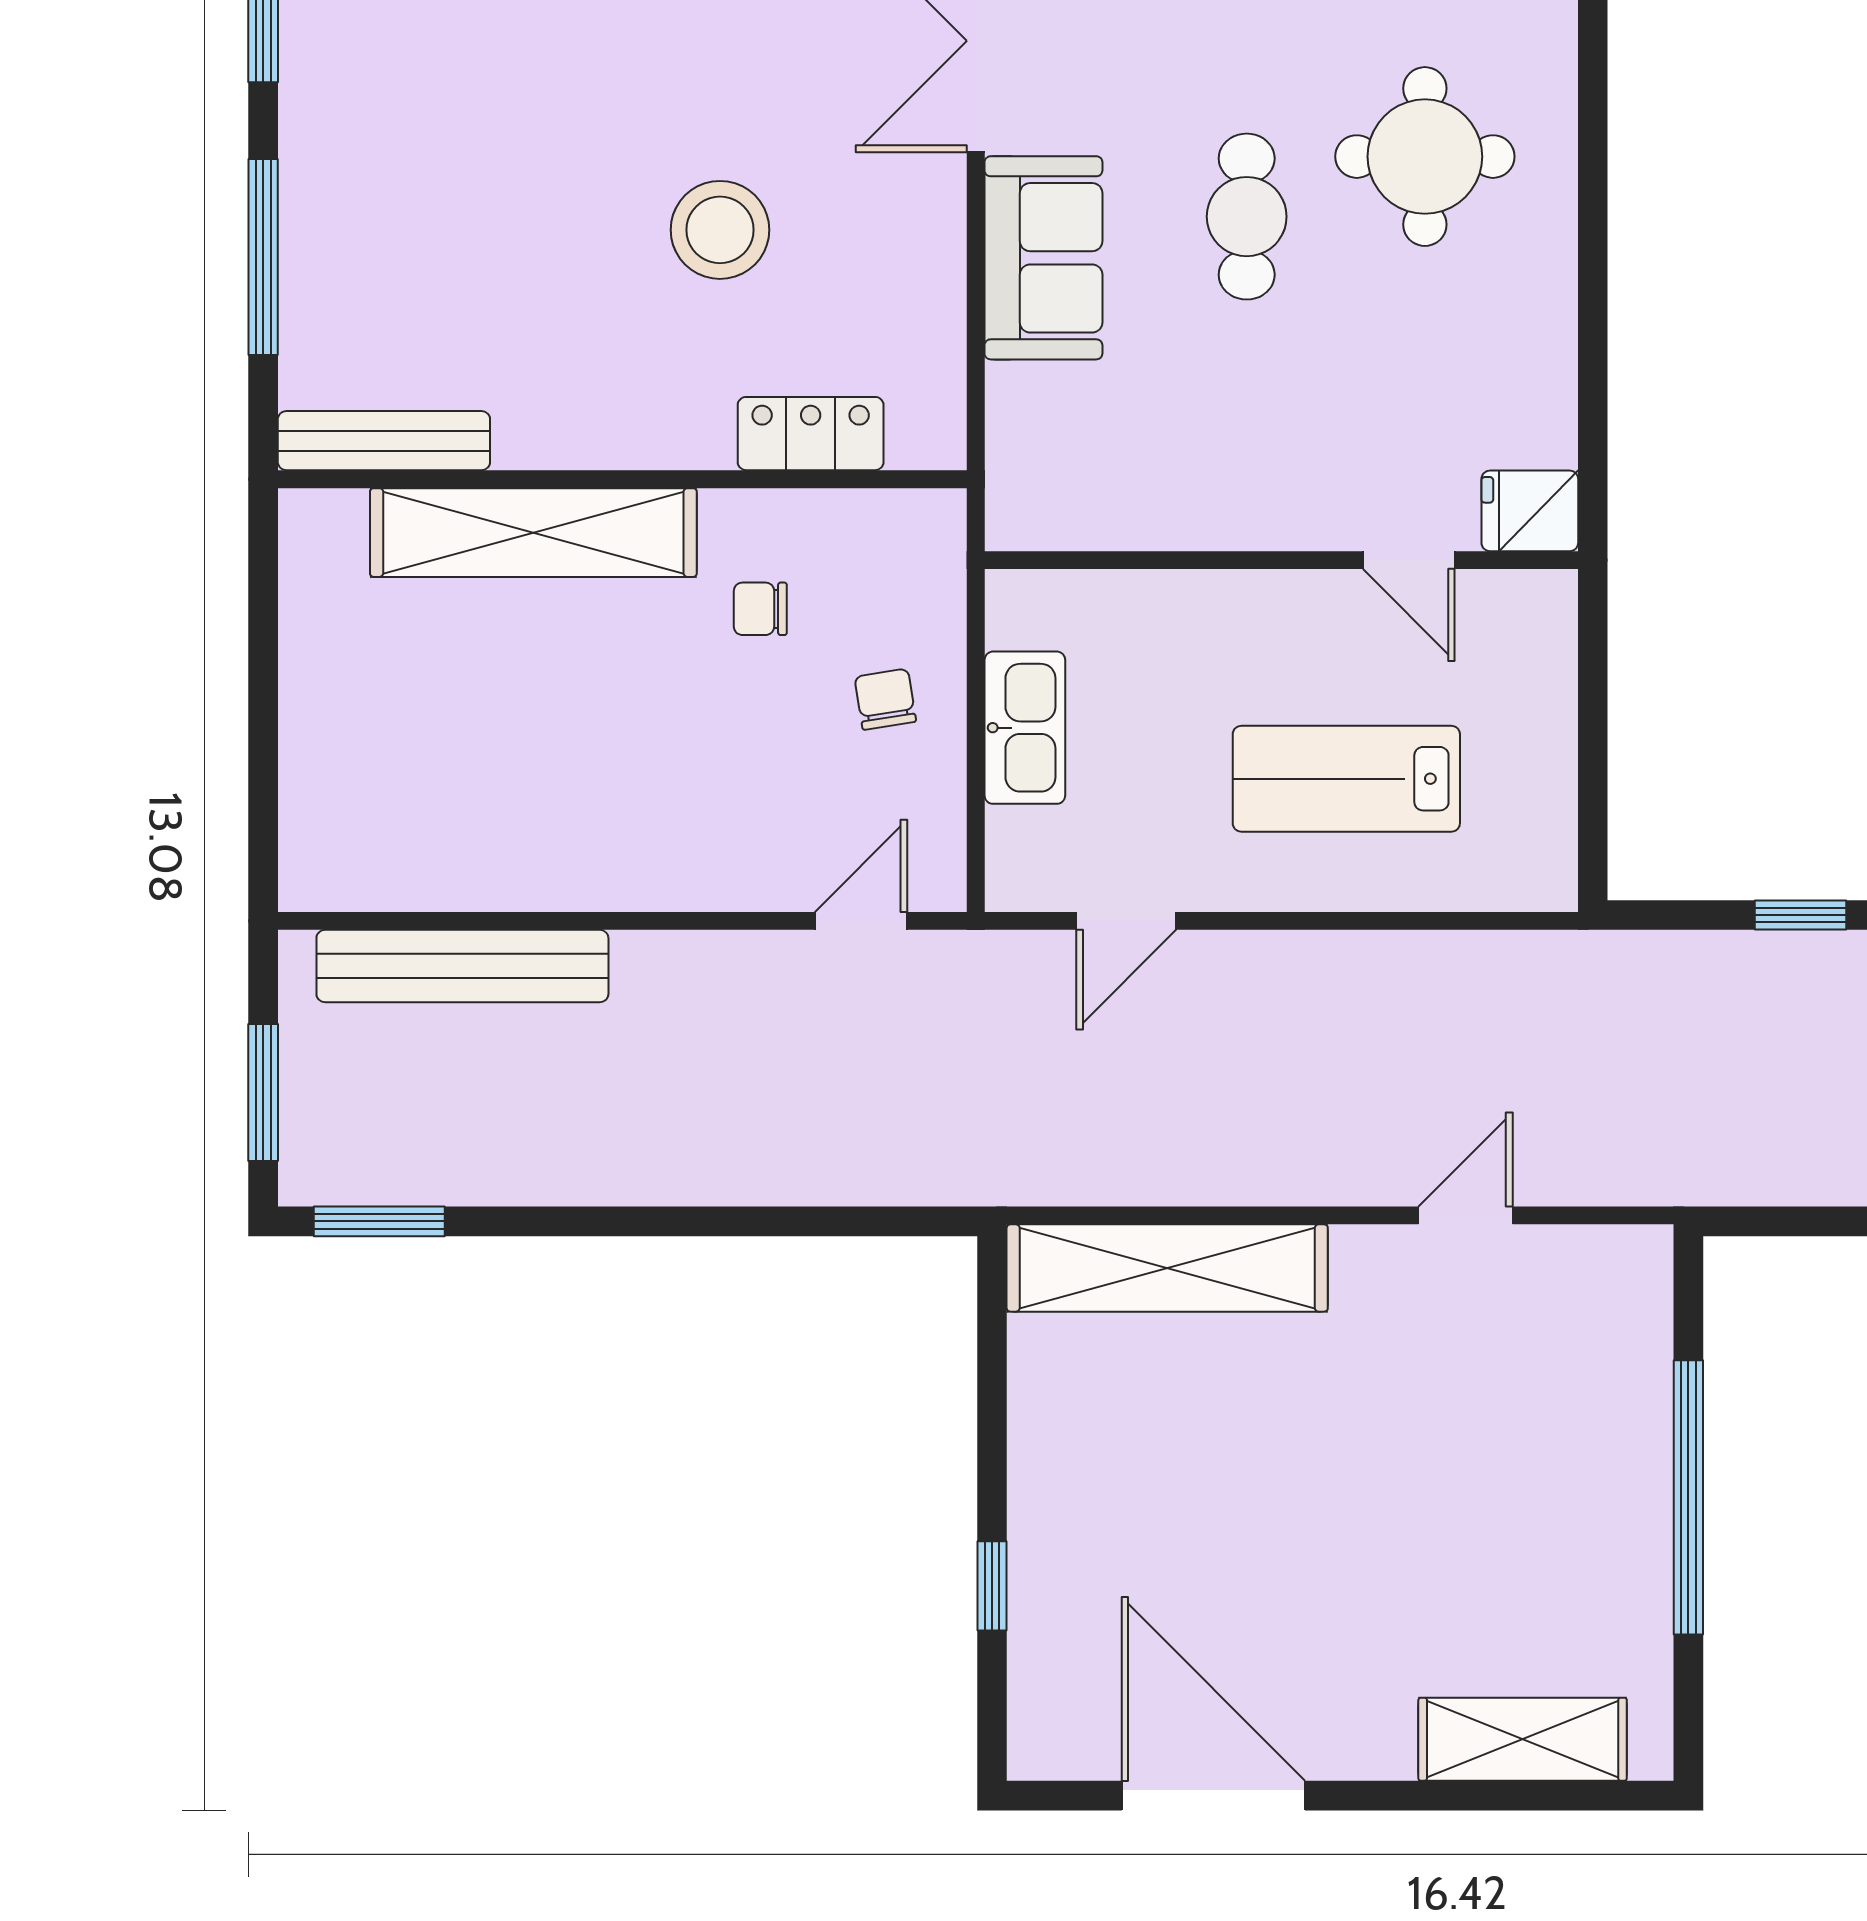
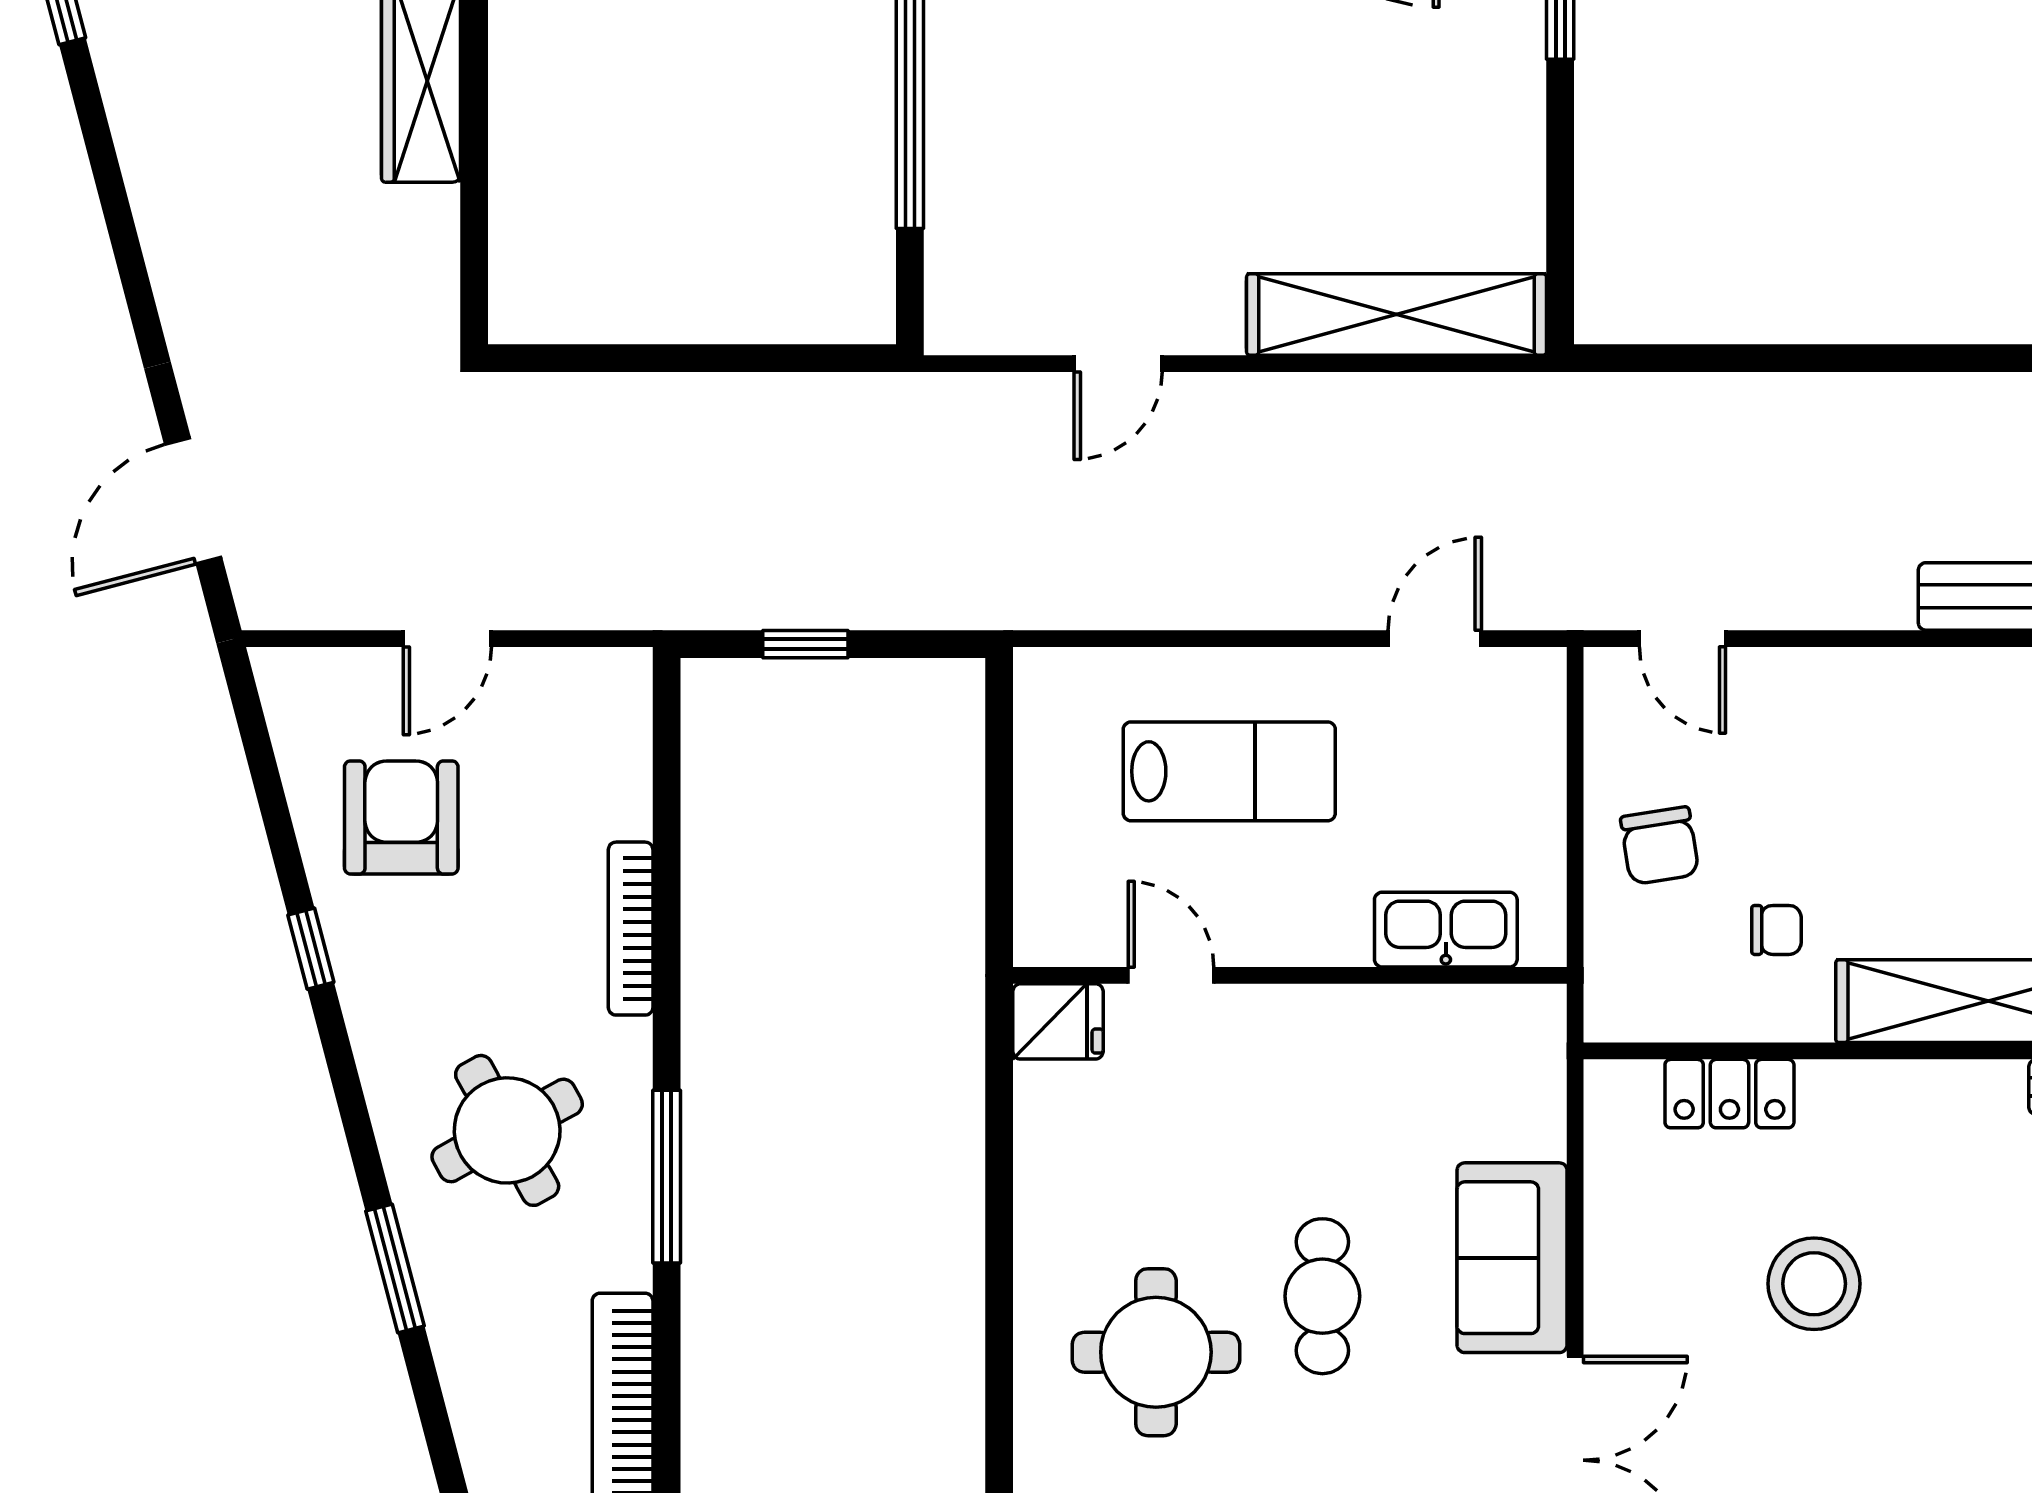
chair: (885, 699) -> (1660, 846), width x1.37, depth x1.37
kitchen sink: (1025, 728) -> (1446, 930), moved, turned 90
door: (861, 921) -> (1682, 639), hinge flipped

